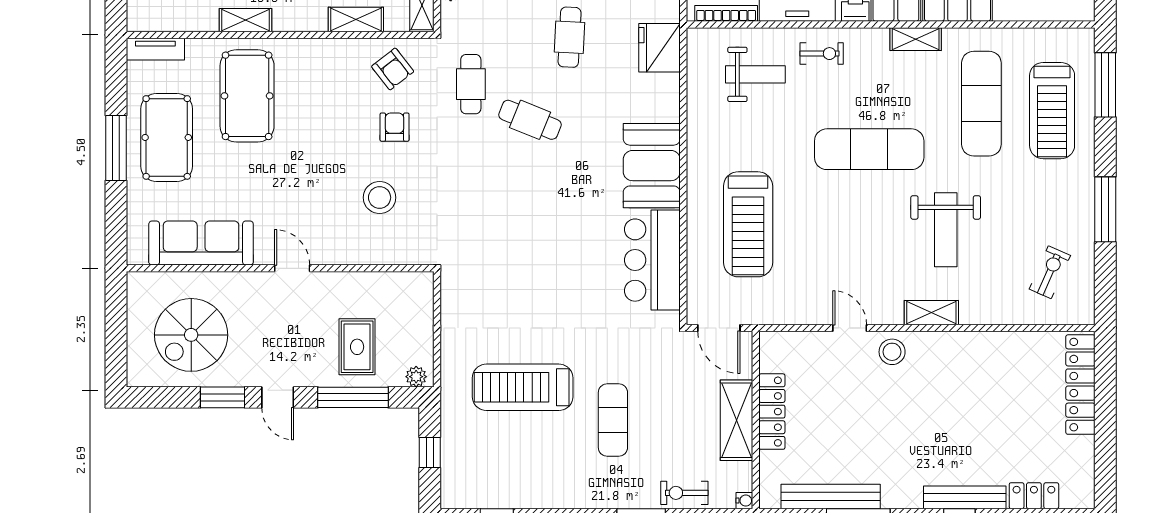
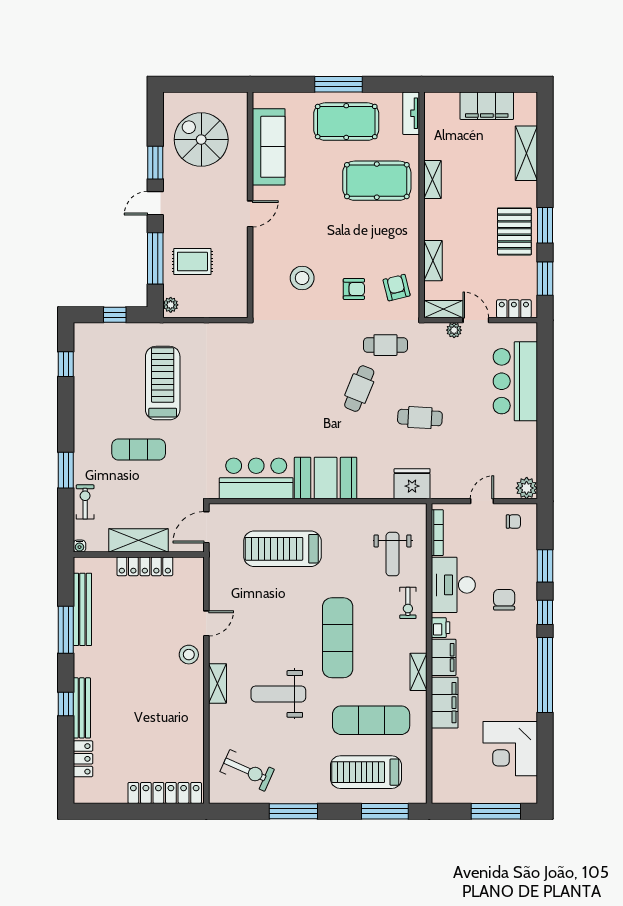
armchair: (393, 69) -> (397, 288), turned 114
exercise bike: (1050, 272) -> (247, 770), width x1.38, depth x1.39

